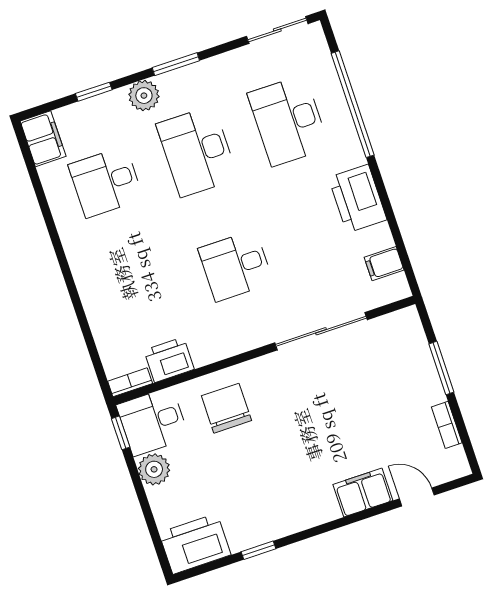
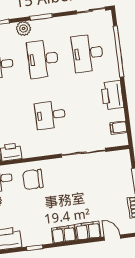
chair: (226, 408) -> (33, 180), turned -90
filing cabinet: (313, 510) -> (64, 234), added

